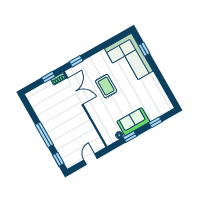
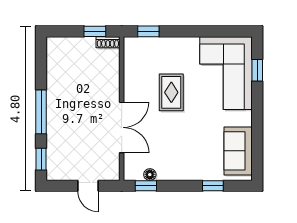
double door: (75, 91) -> (122, 127), moved
sofa: (133, 122) -> (238, 151), moved, turned -90
window: (130, 137) -> (146, 186), moved
door: (91, 159) -> (88, 186), swing flipped

